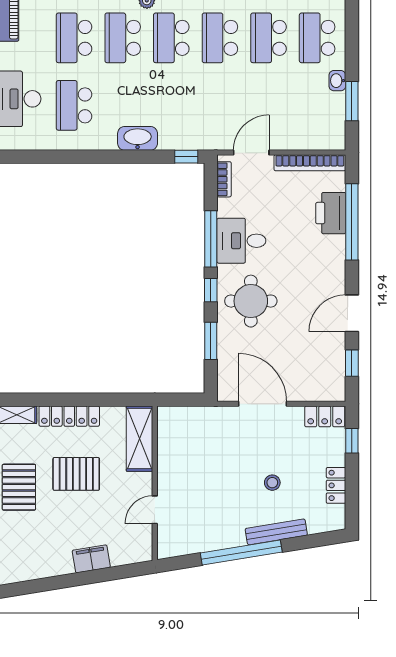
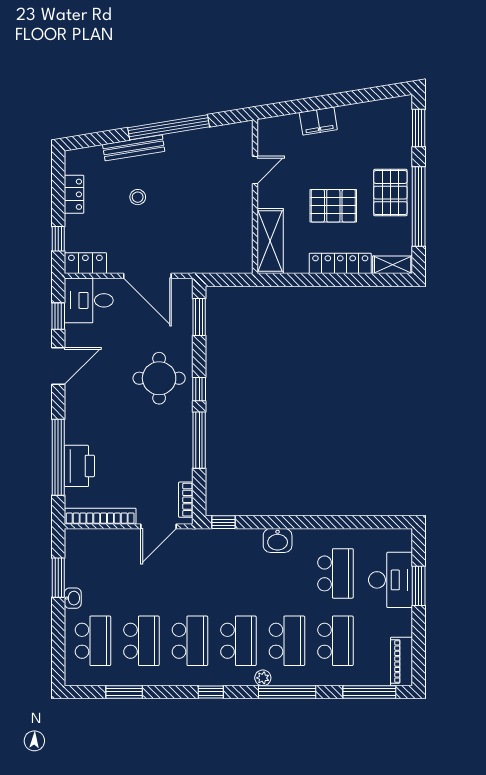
washbasin: (138, 138) -> (278, 540), width x0.72
desk: (241, 241) -> (89, 300), moved, turned 180
window: (211, 341) -> (199, 317), moved

